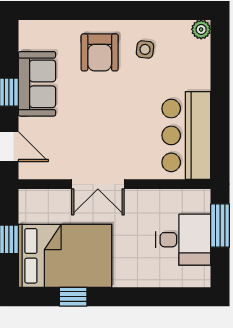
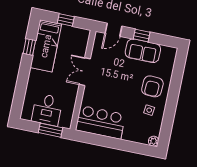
armchair: (100, 52) -> (152, 86), turned -87
bed: (65, 256) -> (46, 46), width x0.67

